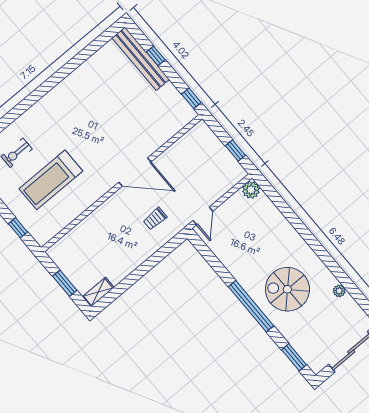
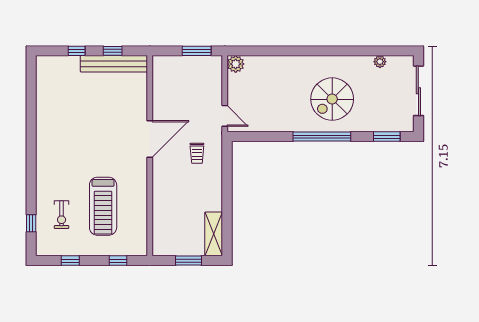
bench: (141, 59) -> (114, 64), moved
window: (191, 98) -> (113, 51), moved
window: (235, 150) -> (197, 51), width x1.50
plant: (339, 291) -> (380, 62), moved
shelving: (98, 292) -> (214, 234), width x1.50, depth x1.33

